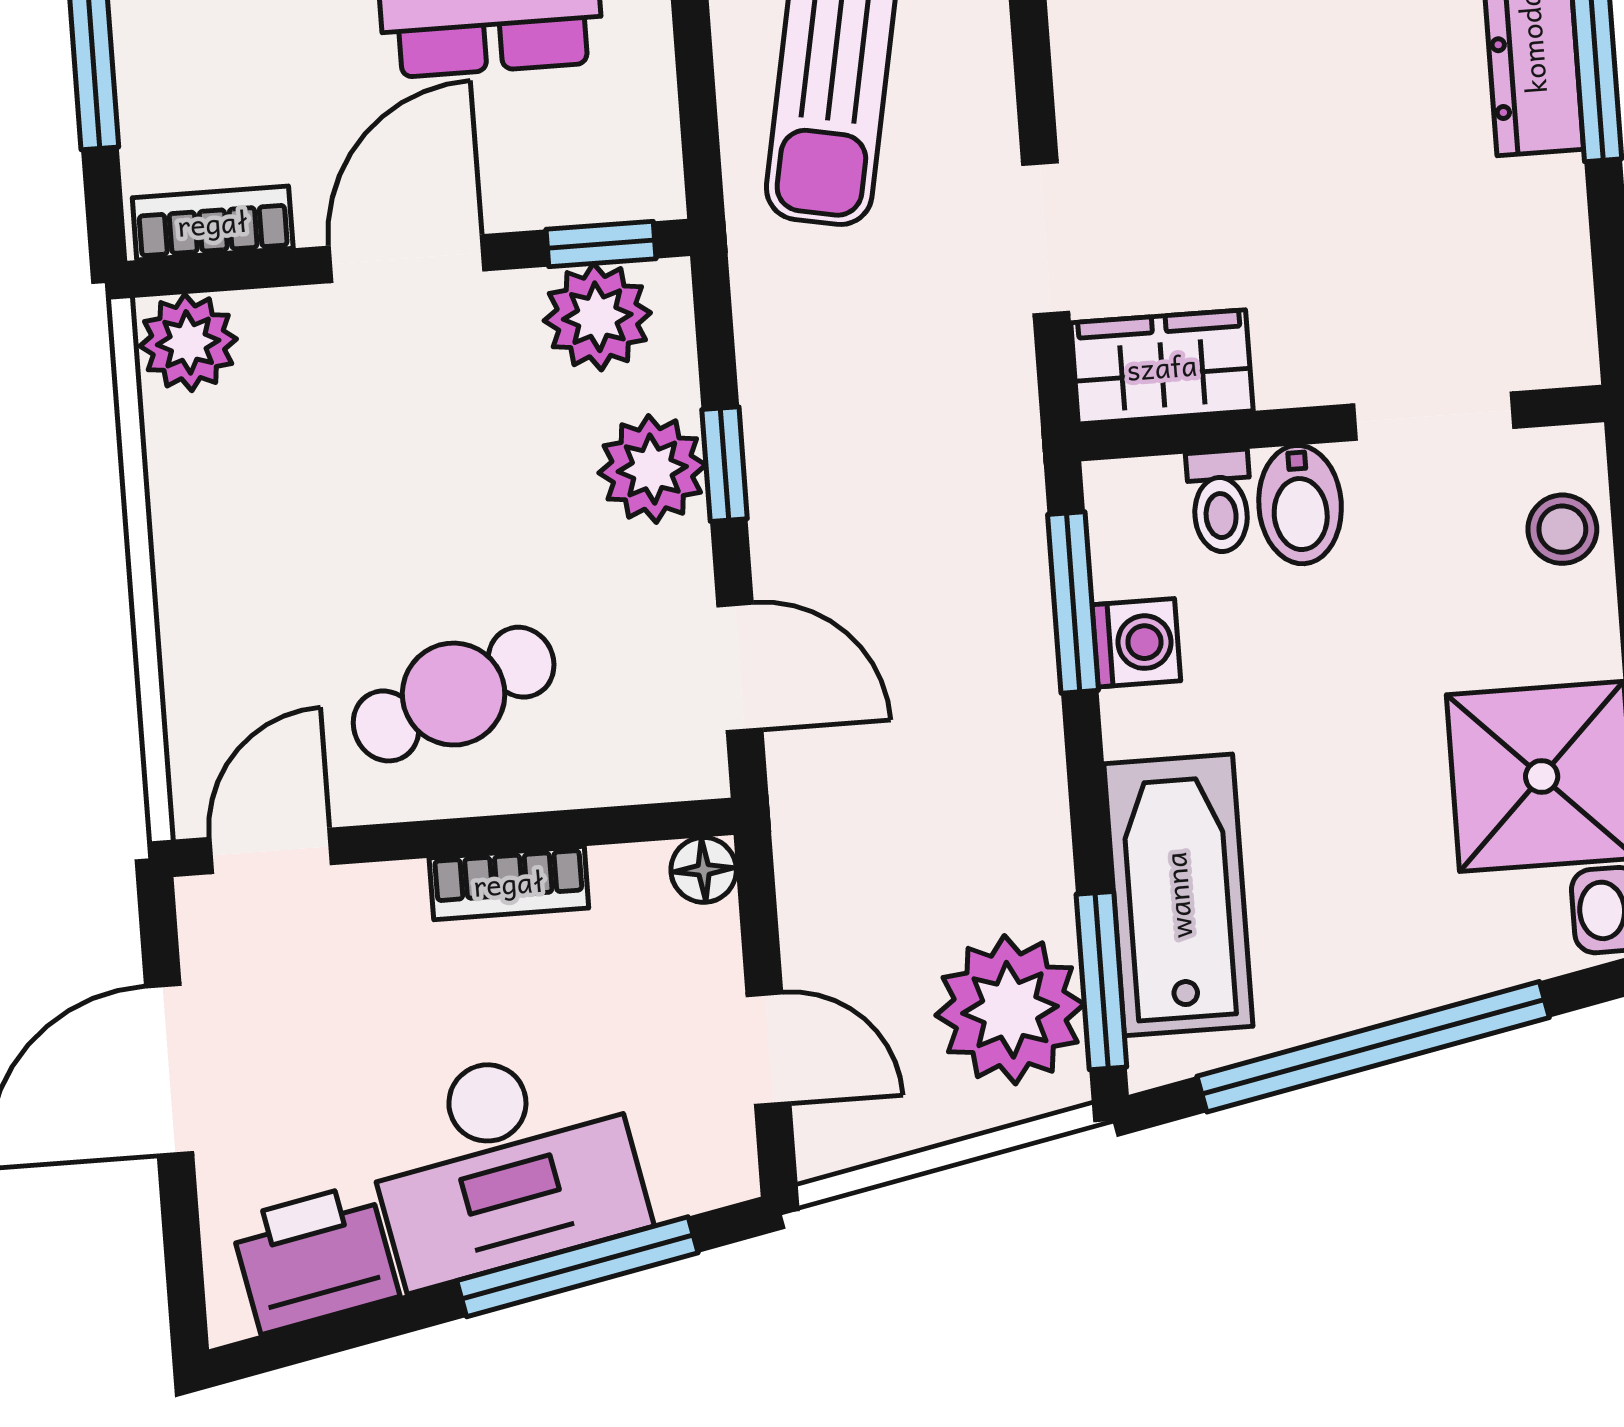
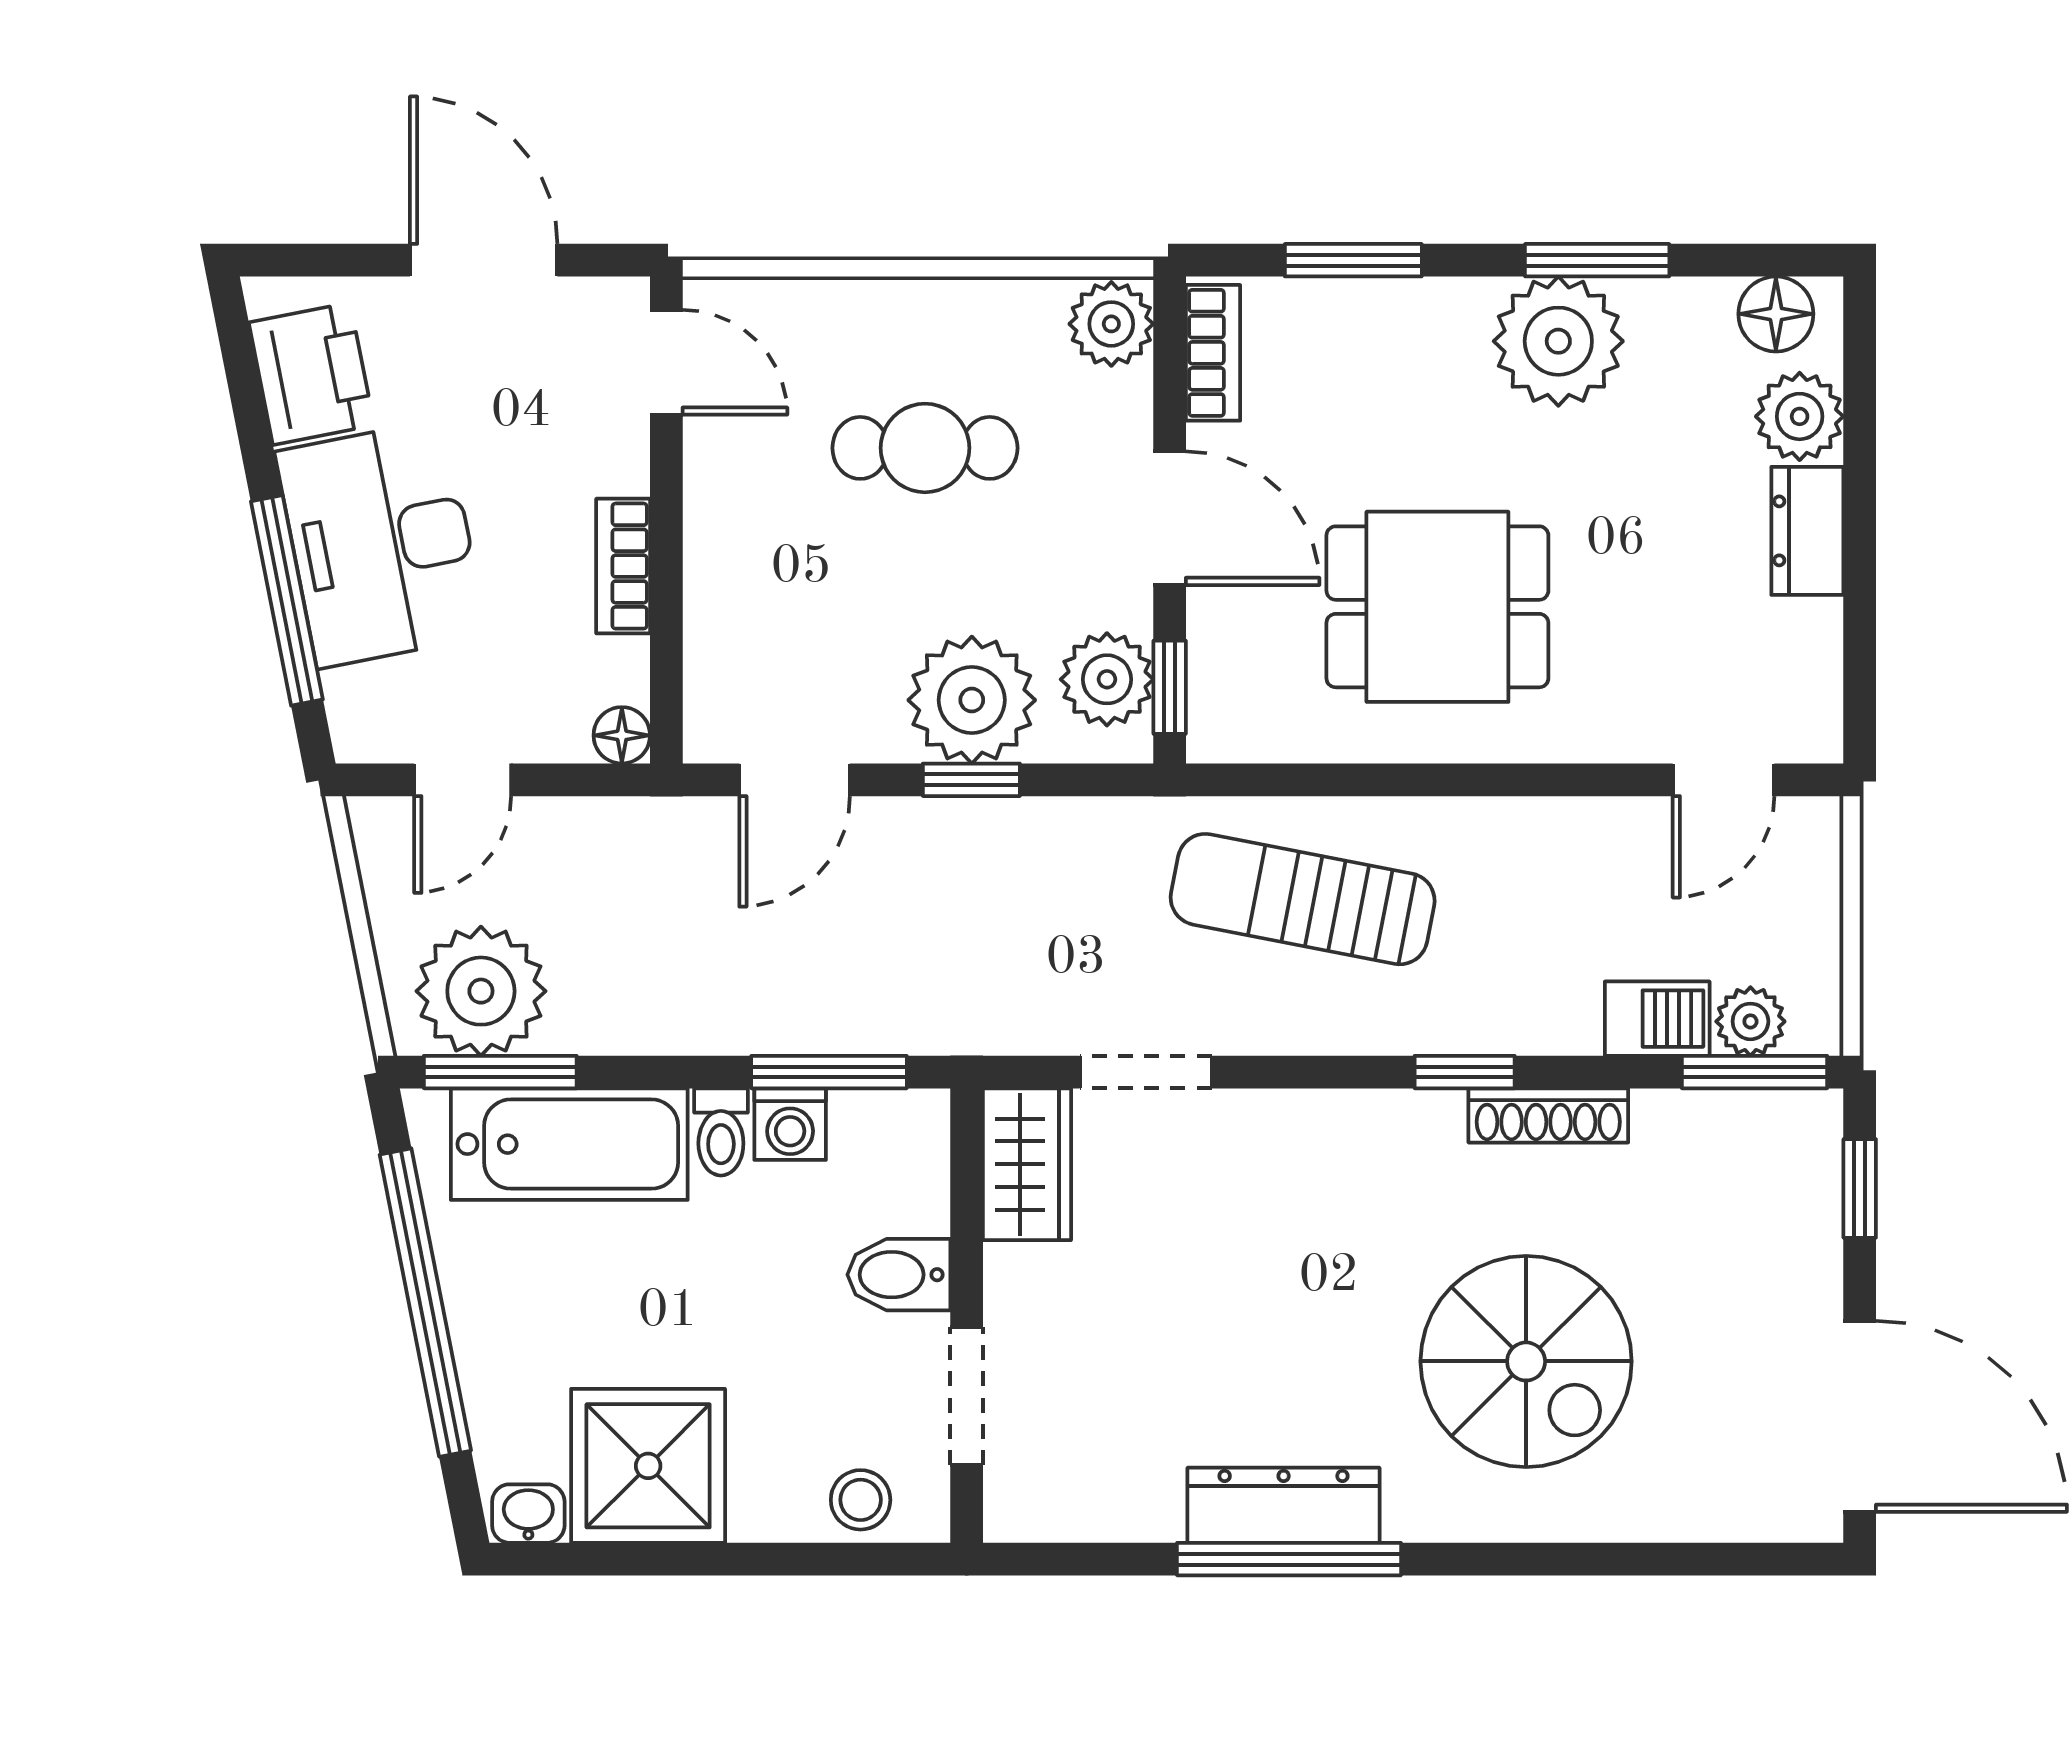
plant: (652, 469) -> (972, 700), width x1.36, depth x1.36
toilet: (1220, 501) -> (721, 1132), moved, turned -90
cafe table: (454, 694) -> (925, 448), moved, turned -69

